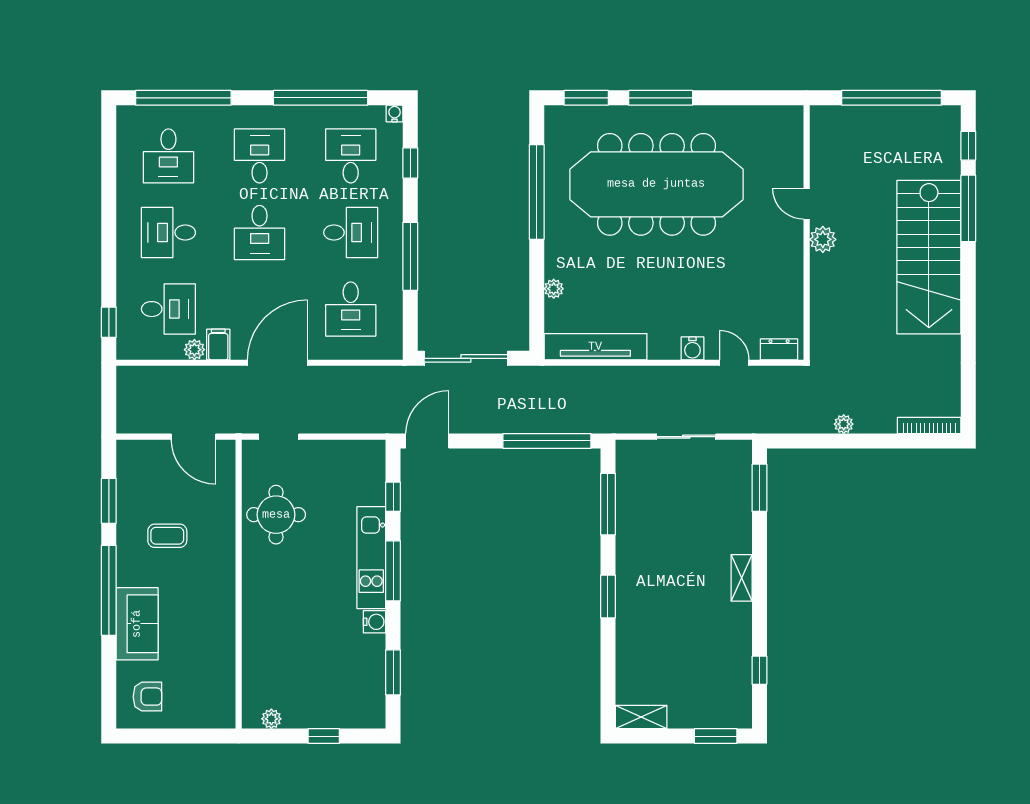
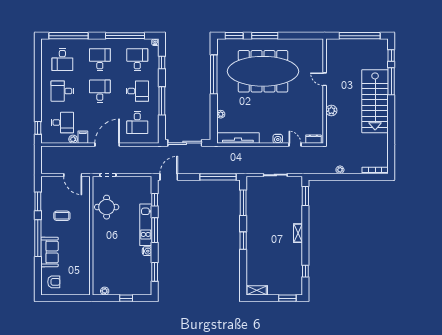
desk: (260, 232) -> (100, 91), turned 180
plant: (823, 239) -> (331, 111), moved

